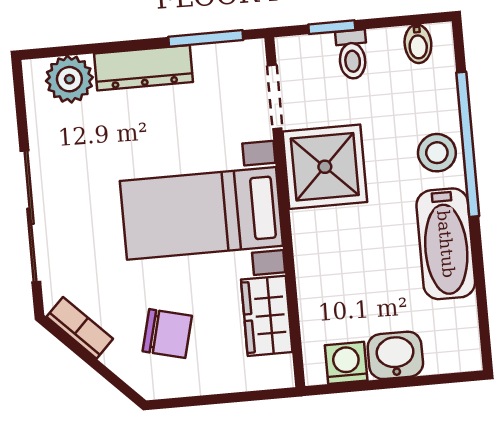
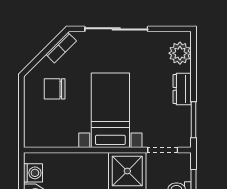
dresser: (143, 68) -> (182, 89), width x0.70
wardrobe: (267, 316) -> (59, 137), removed
chair: (167, 334) -> (55, 89), turned 76

